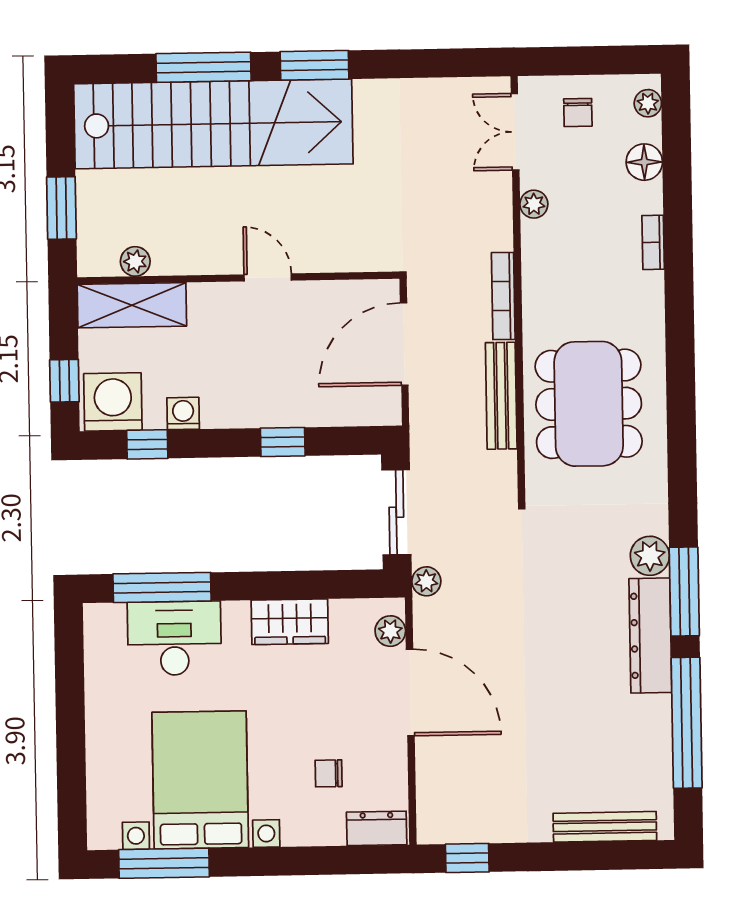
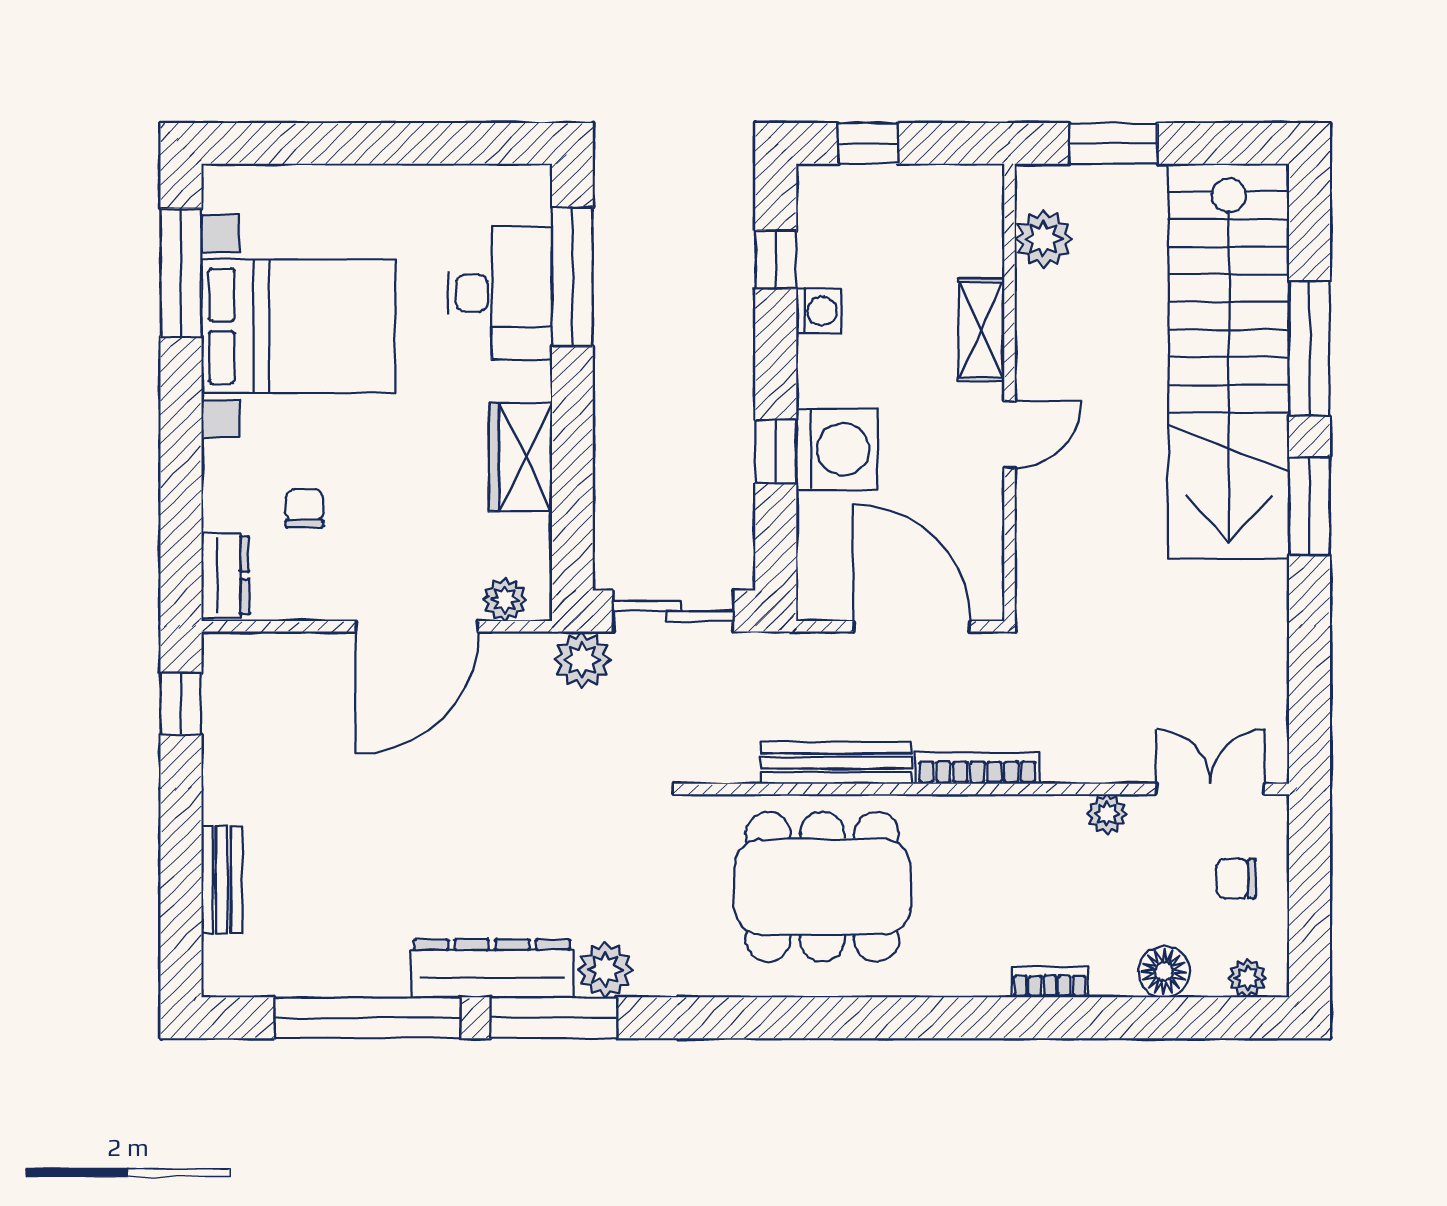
plant: (135, 261) -> (1043, 239), width x1.38, depth x1.38
shelving: (132, 305) -> (981, 330), moved, width x0.67, depth x0.75
washing machine: (113, 402) -> (837, 449), moved
plant: (426, 581) -> (582, 660), width x1.38, depth x1.38
bench: (605, 827) -> (222, 880), width x0.73

